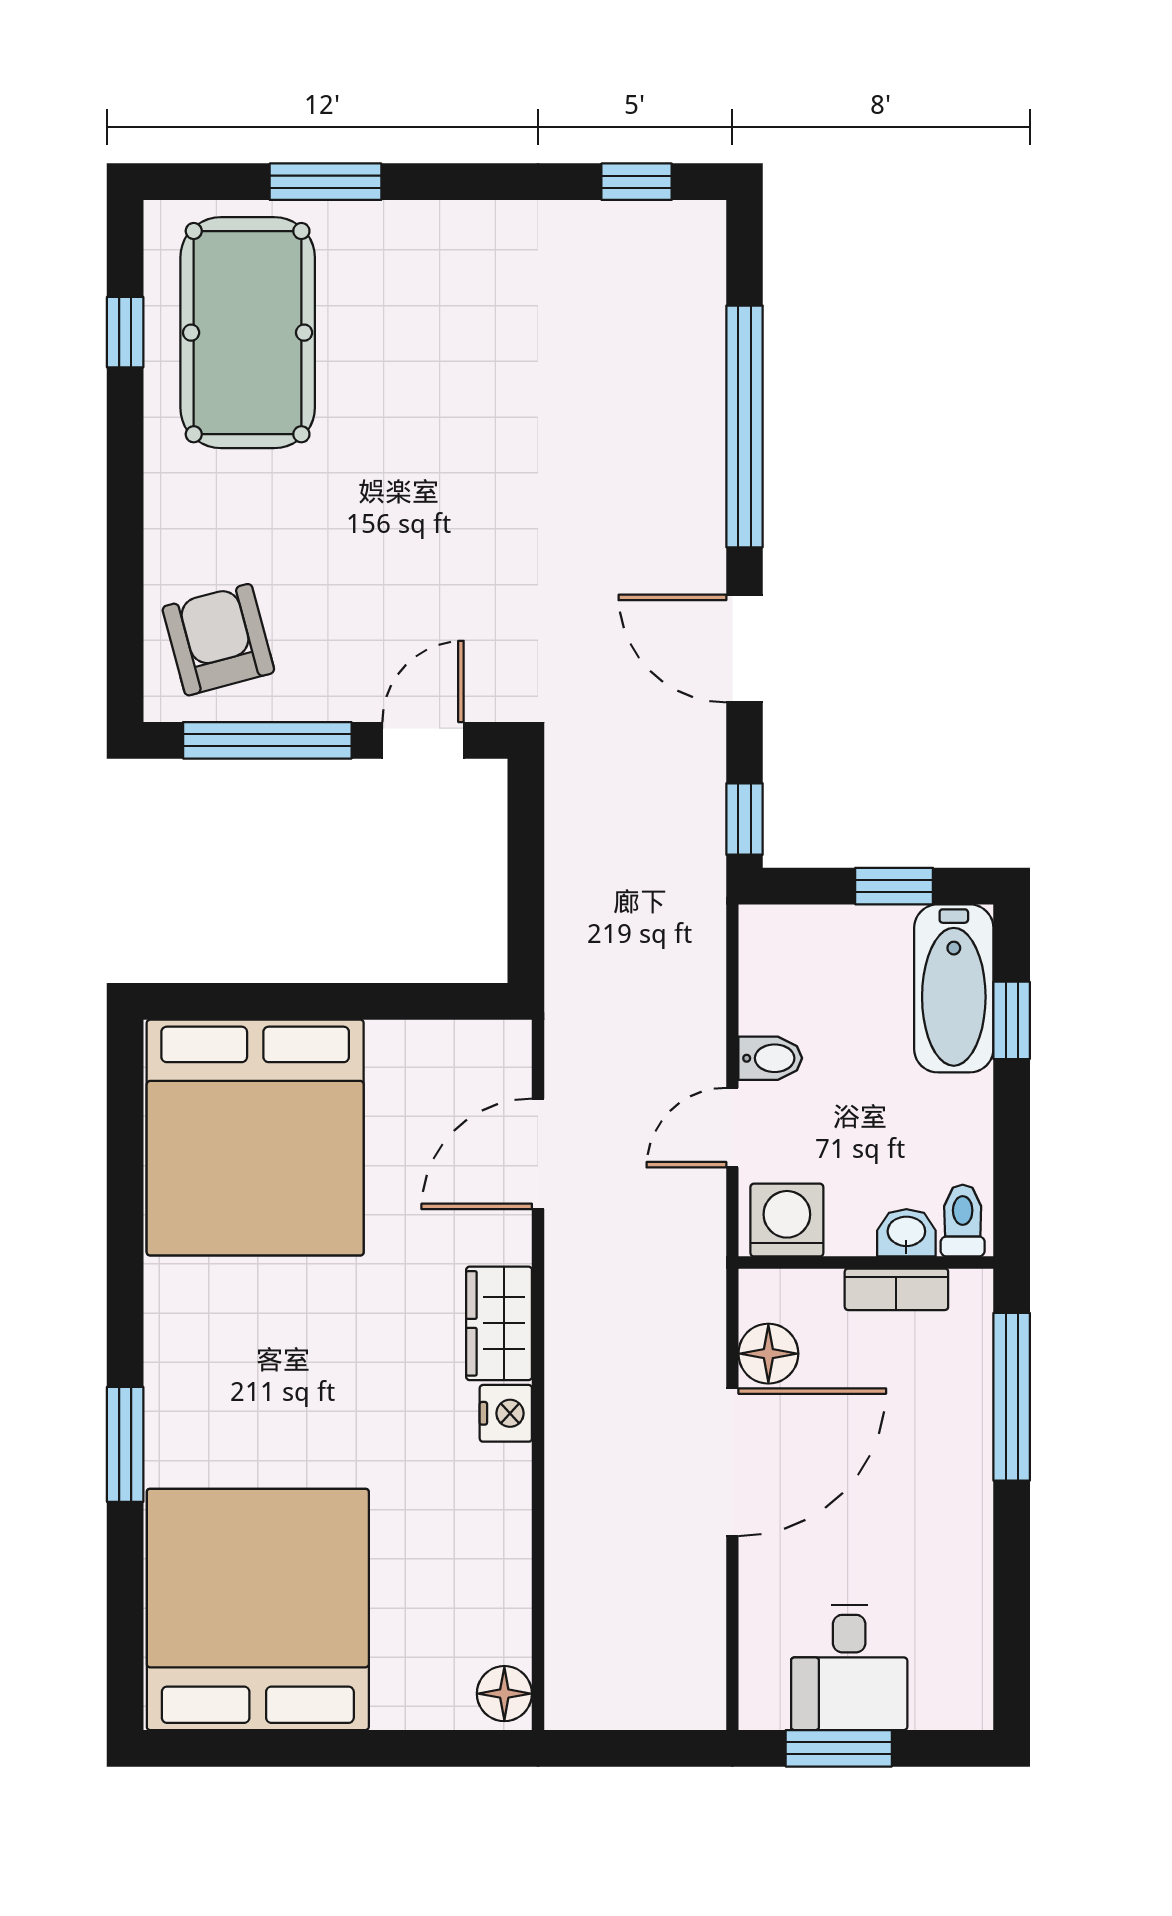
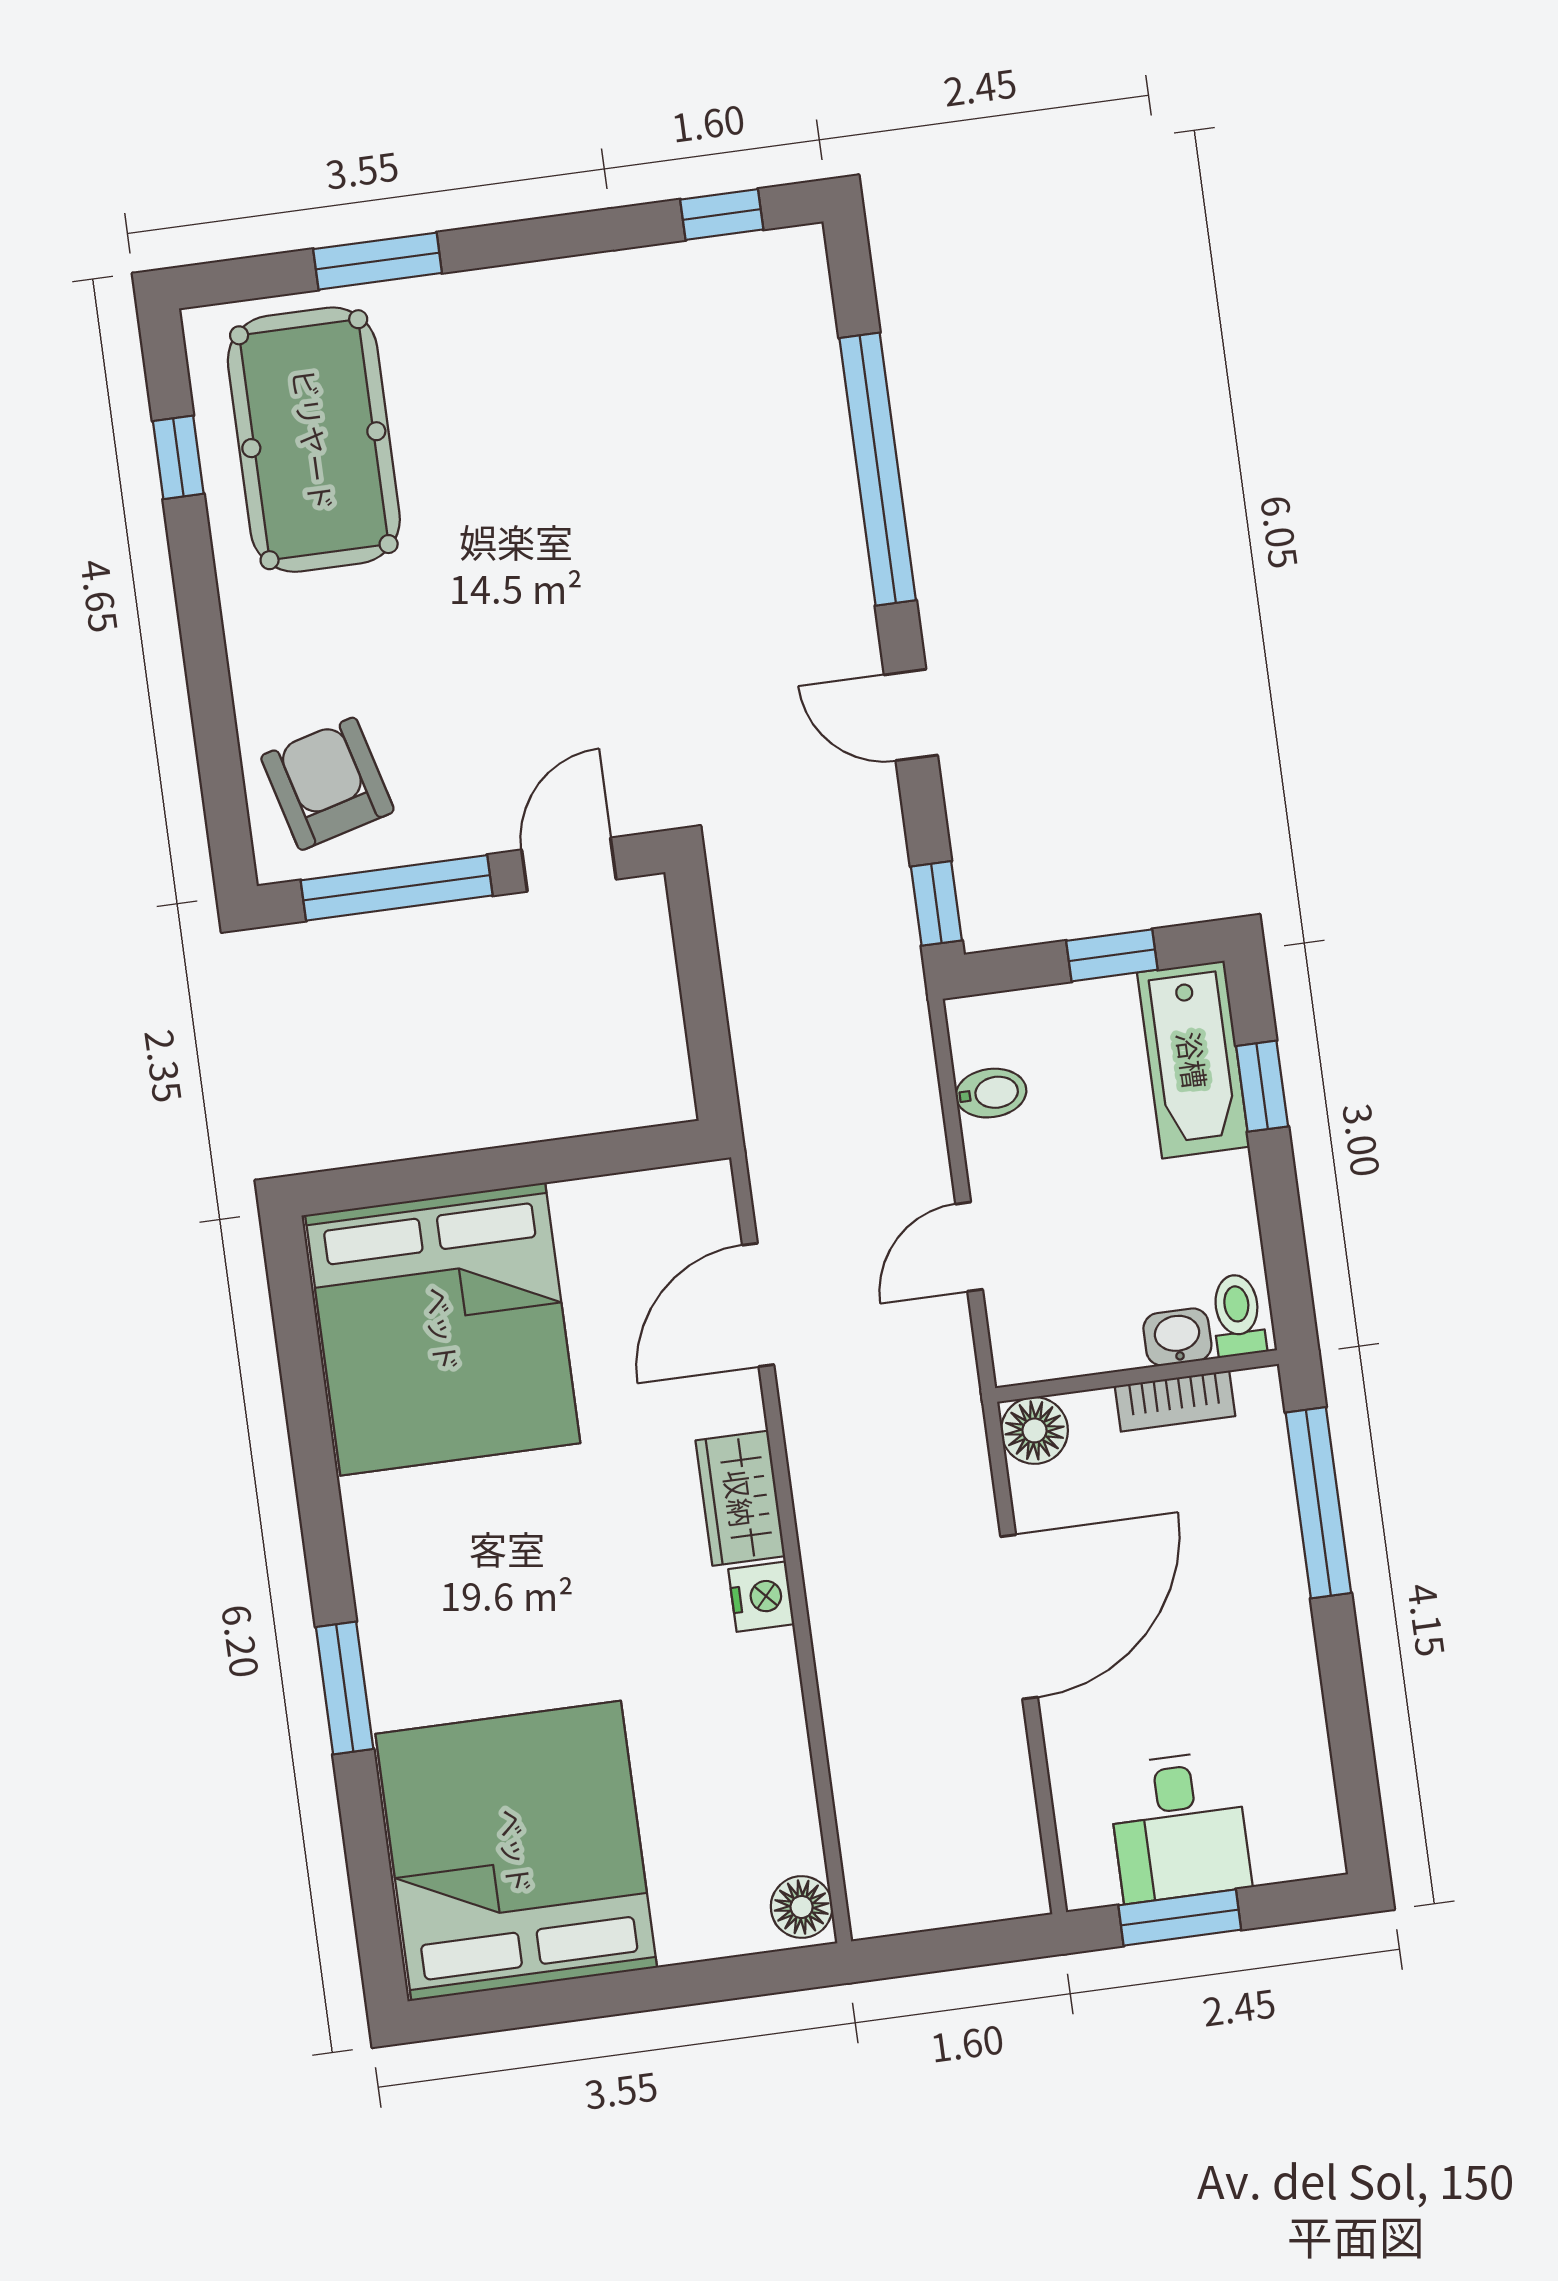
door: (744, 649) -> (911, 715), width x0.73
bidet: (770, 1058) -> (991, 1093), moved
washing machine: (787, 1220) -> (1043, 1341), removed
floor lamp: (768, 1354) -> (1035, 1430), moved

